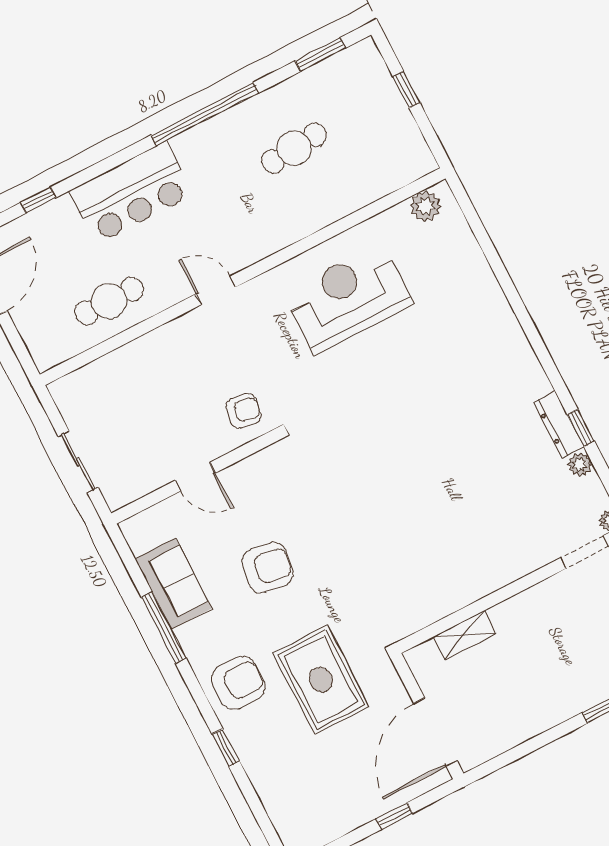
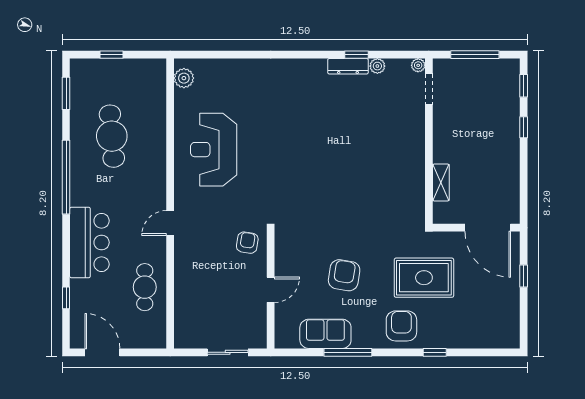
cafe table: (294, 148) -> (112, 136), width x1.37, depth x1.35

